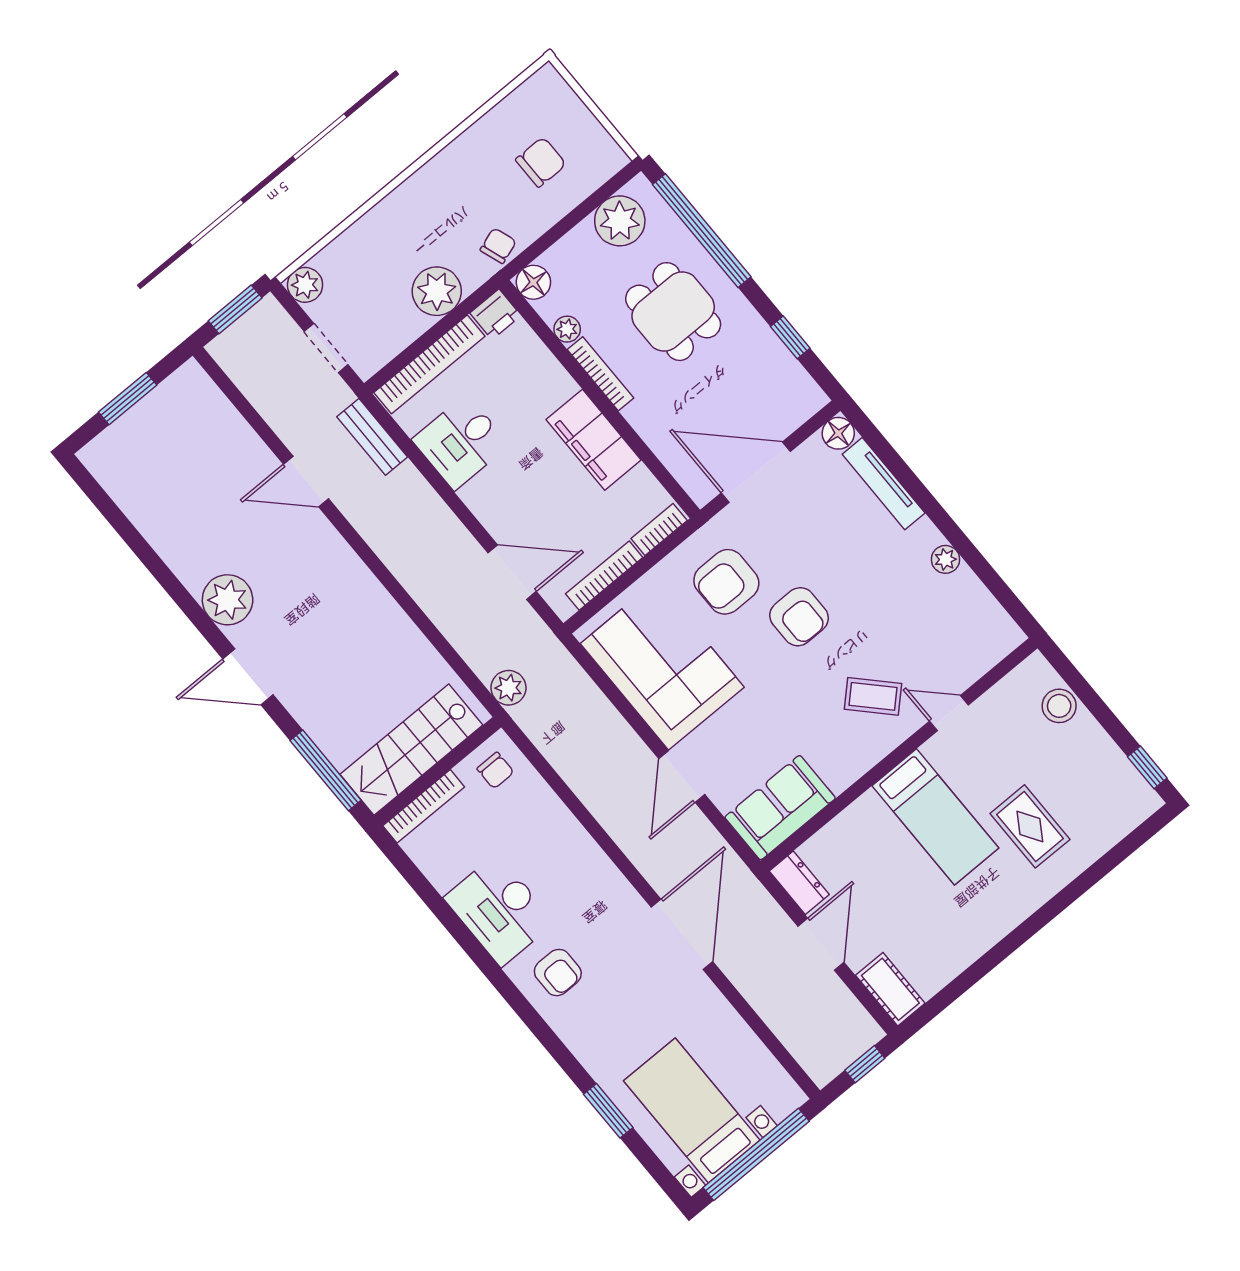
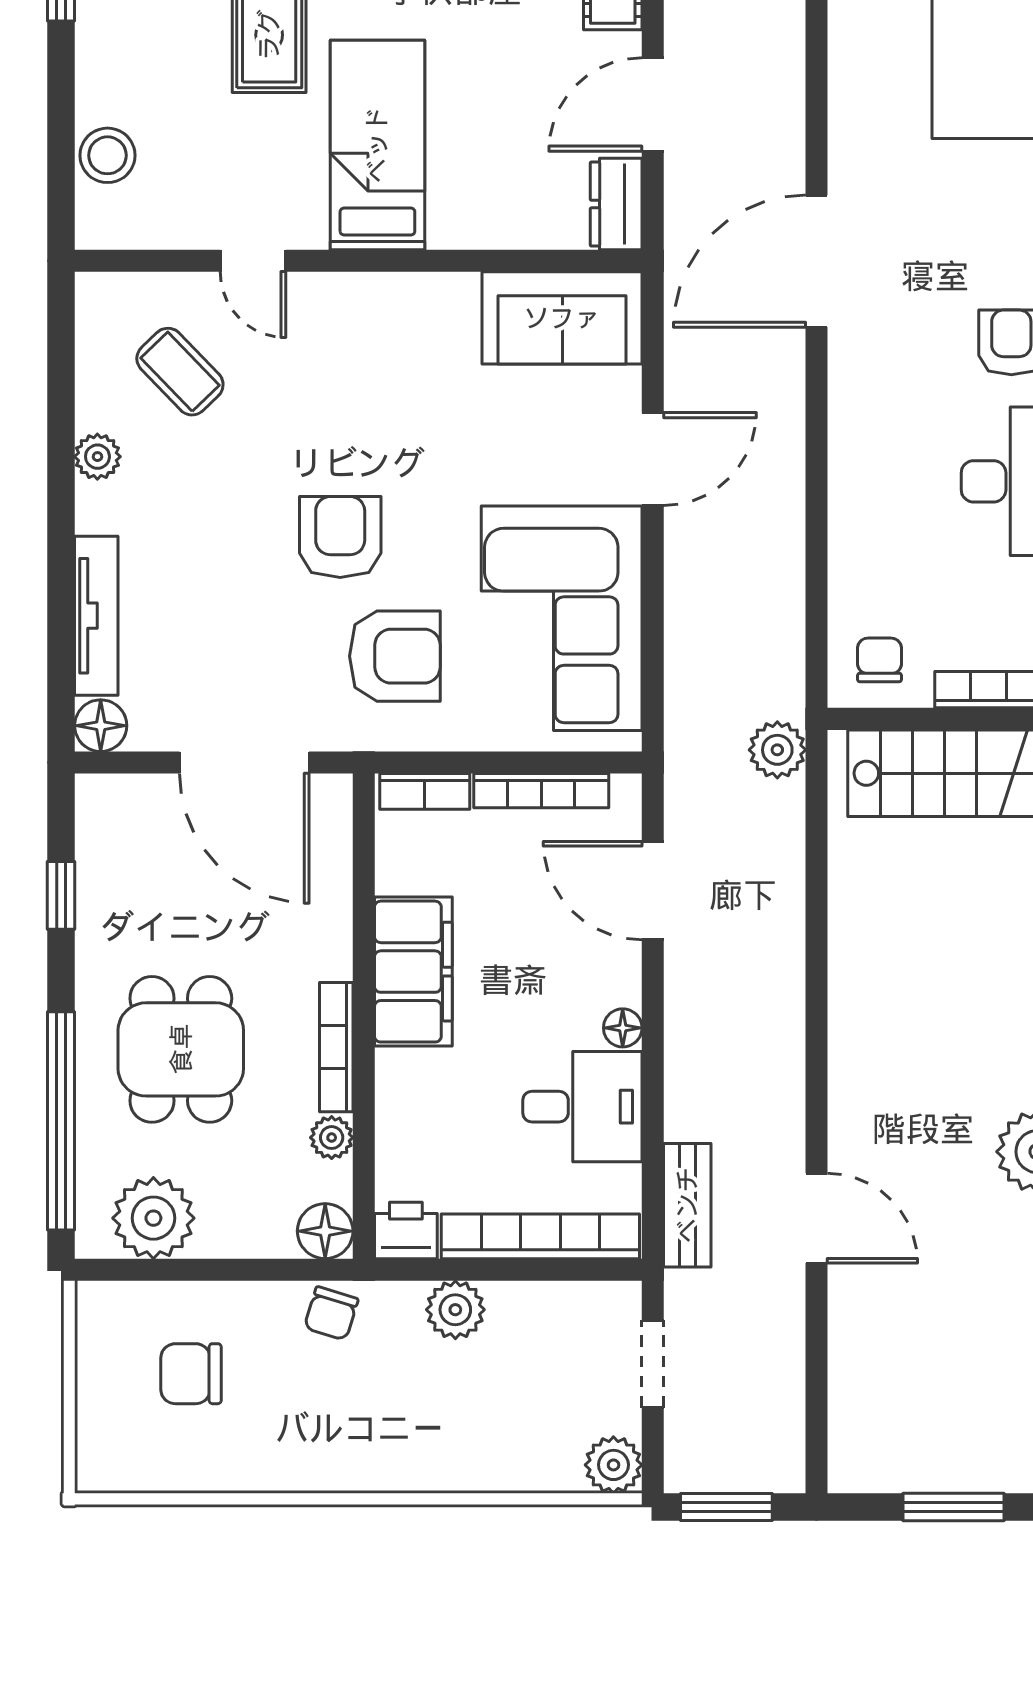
chair: (498, 246) -> (331, 1313), turned -54
plant: (437, 291) -> (455, 1310), width x0.73, depth x0.73
floor lamp: (472, 495) -> (623, 1028), added
coffee table: (873, 696) -> (180, 372), moved

